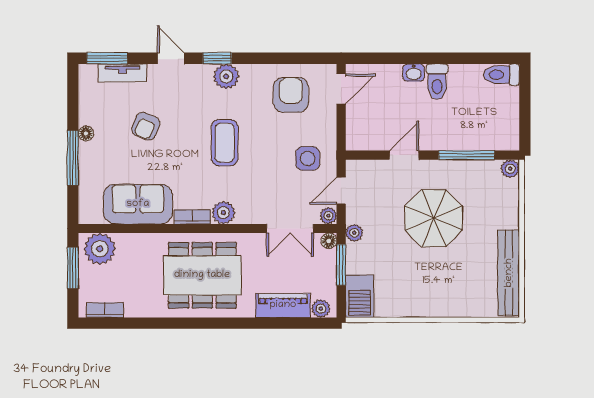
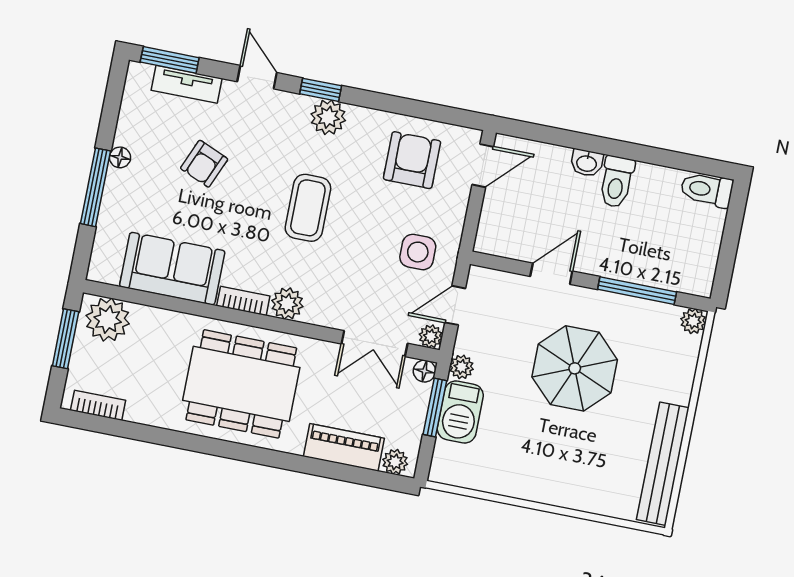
barbecue: (360, 296) -> (460, 412), moved

